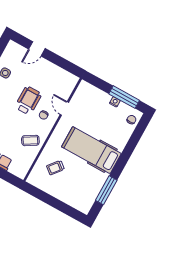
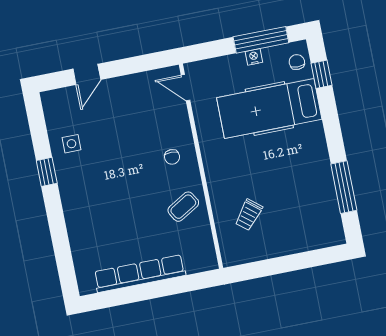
wheelchair: (28, 101) -> (134, 155), removed
door: (64, 108) -> (185, 88), moved
window: (138, 134) -> (321, 74), added
hospital bed: (91, 150) -> (269, 108), moved

